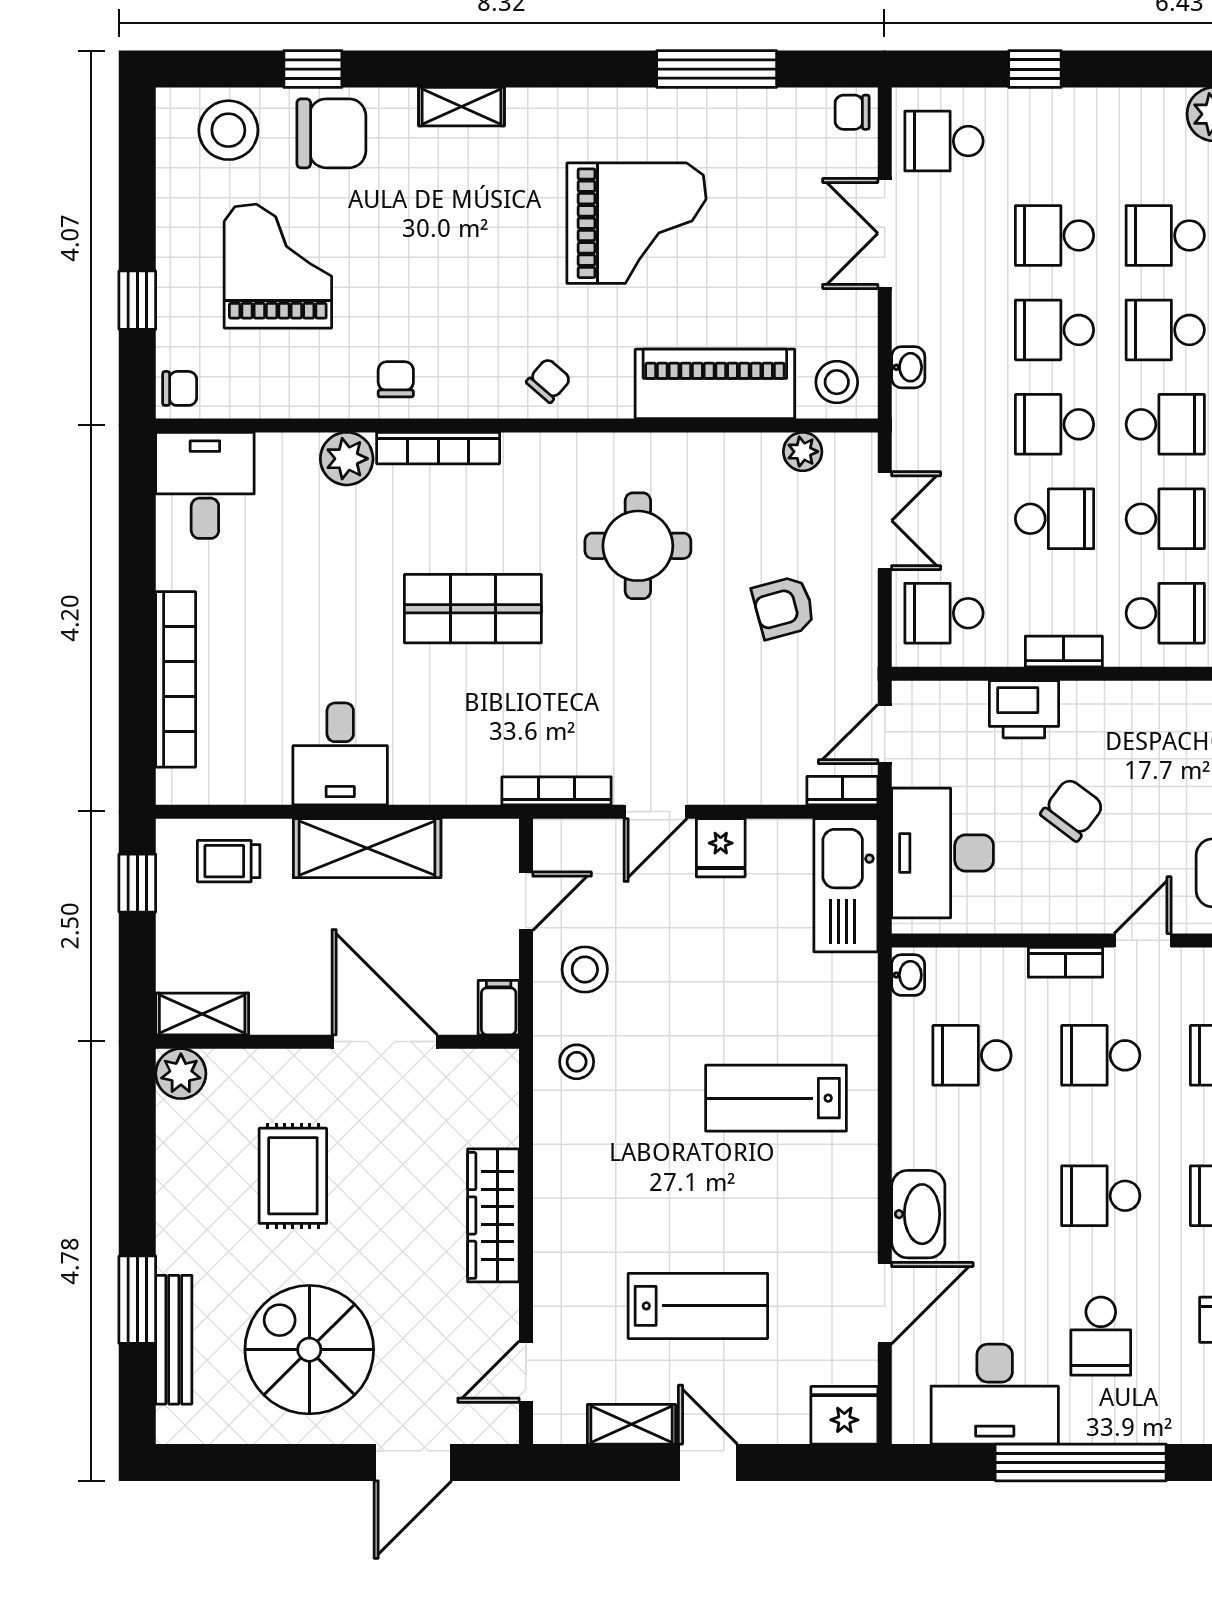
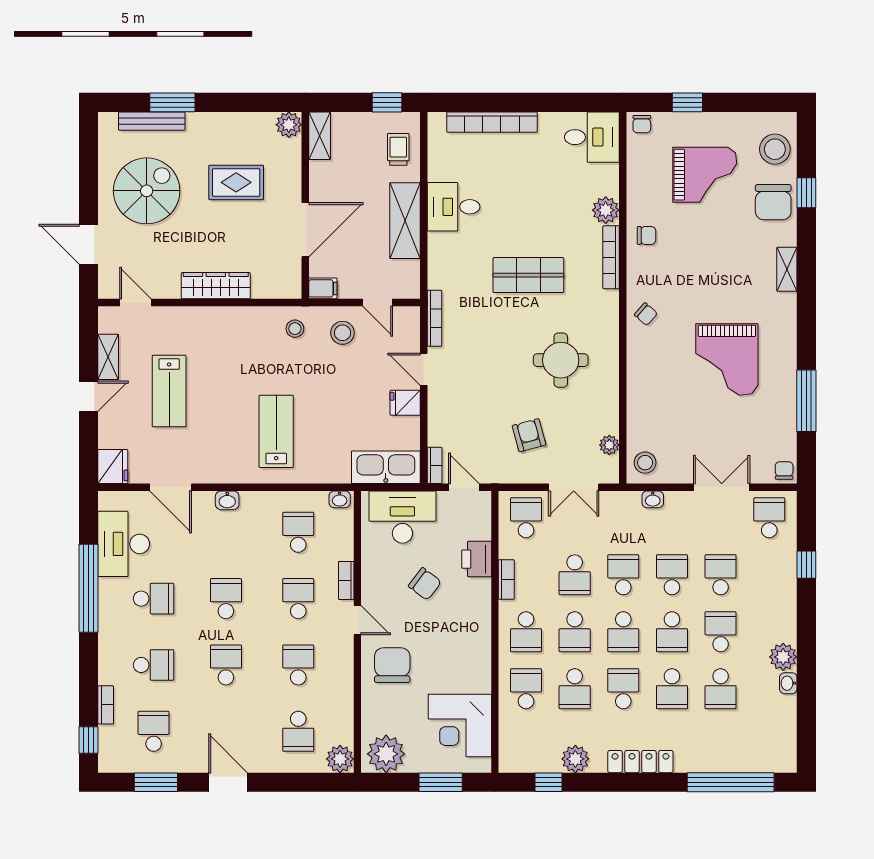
school desk: (1165, 330) -> (672, 632), turned 180
piano: (715, 384) -> (644, 400), removed
shop shelf: (473, 609) -> (528, 275), turned 90
washbasin: (918, 1214) -> (227, 500), width x0.52, depth x0.69
school desk: (1101, 1336) -> (154, 599), turned 180

